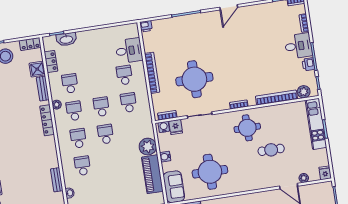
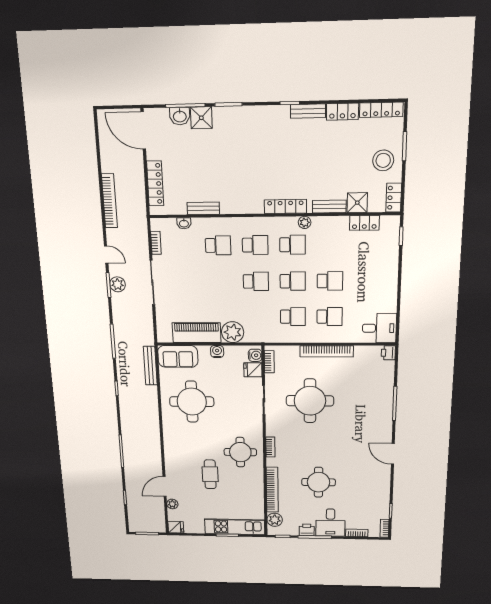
washbasin: (66, 39) -> (391, 248), removed
desk: (129, 51) -> (379, 328), moved, turned -90
round table: (263, 61) -> (318, 482), added
school desk: (70, 83) -> (330, 281), moved

